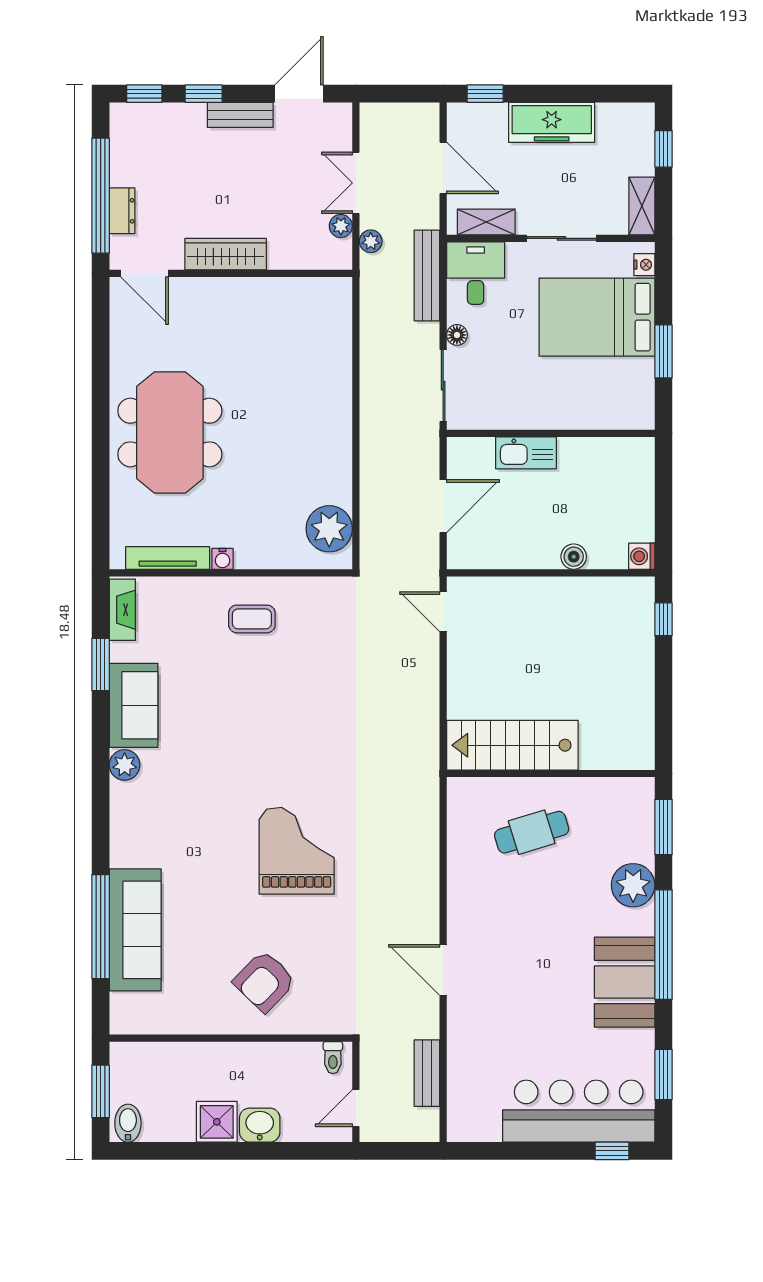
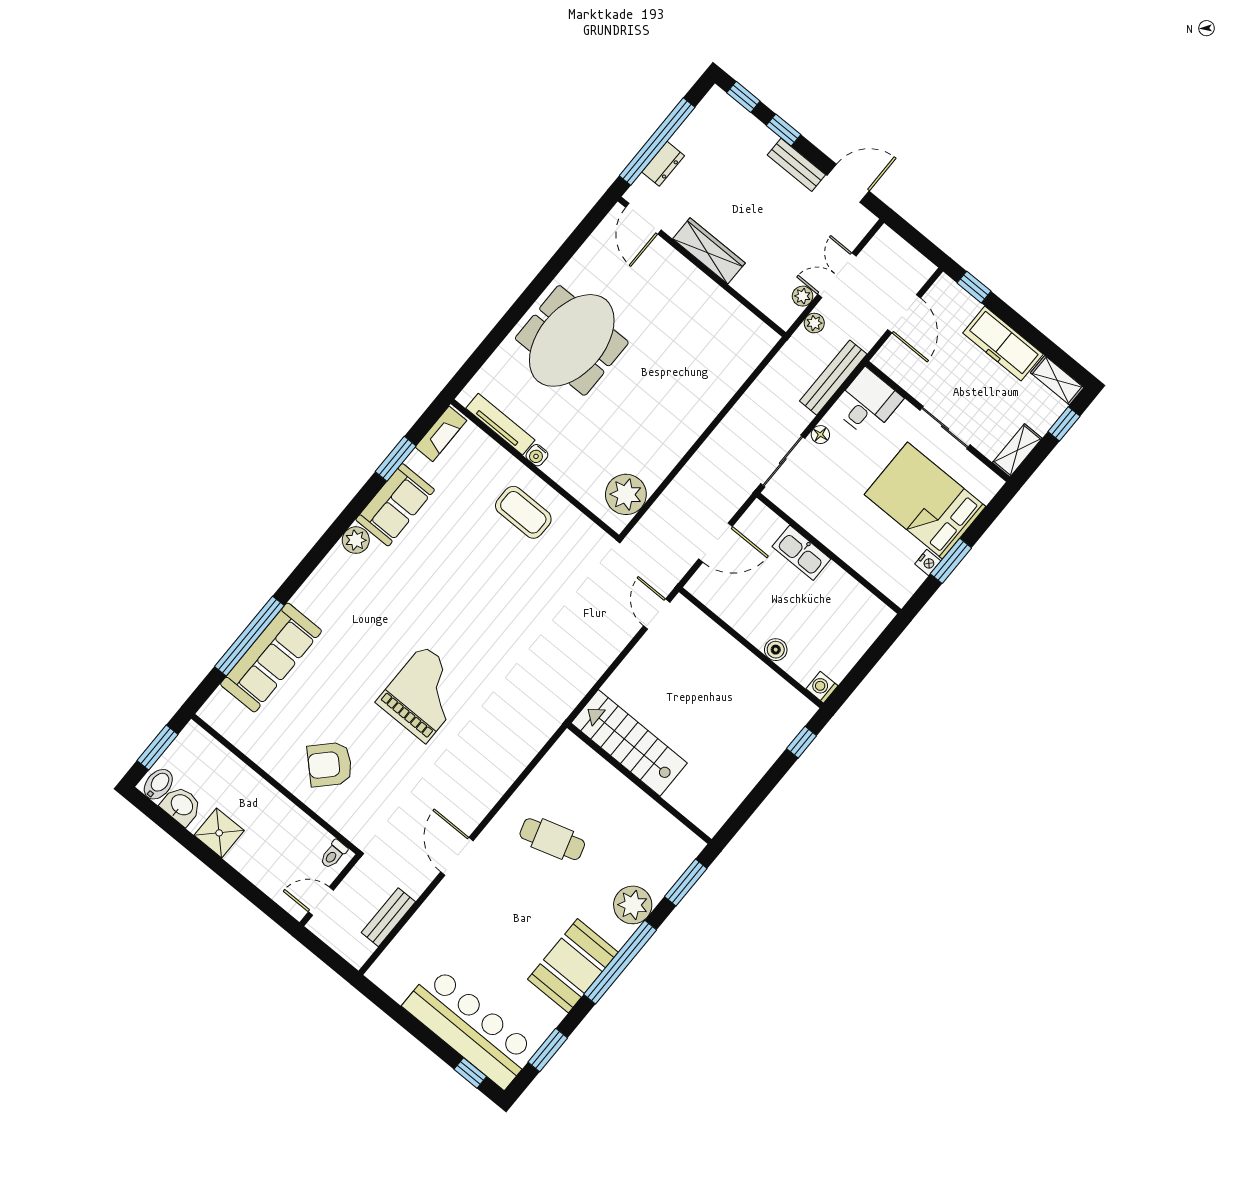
shelving: (486, 222) -> (1057, 380), moved
nightstand: (644, 265) -> (928, 562), moved
coffee table: (252, 619) -> (523, 512), width x1.36, depth x1.30
cafe table: (532, 832) -> (552, 839), moved
washbasin: (260, 1125) -> (181, 805), moved

